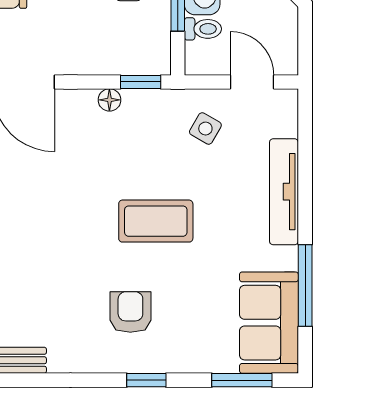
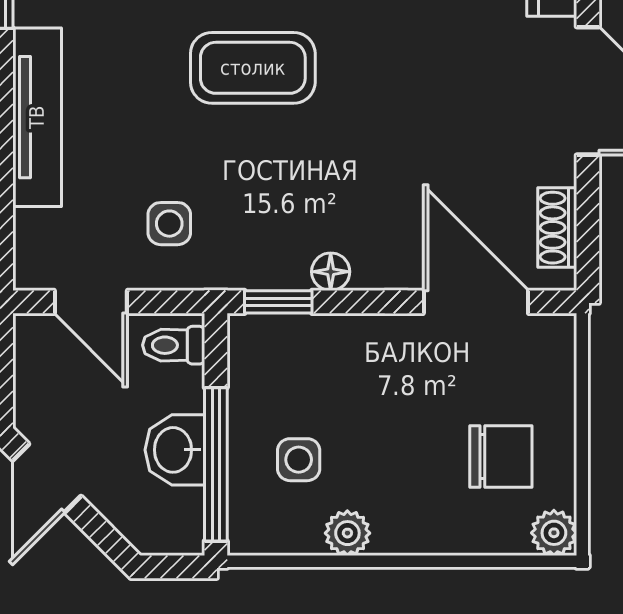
toilet: (203, 29) -> (174, 345), moved
side table: (205, 129) -> (169, 224), turned -30

